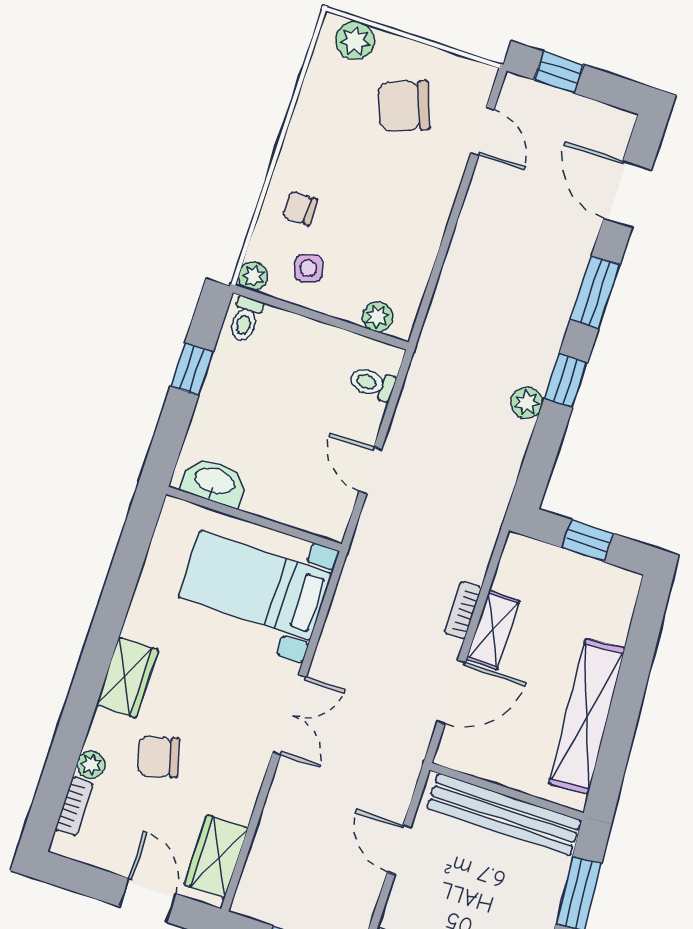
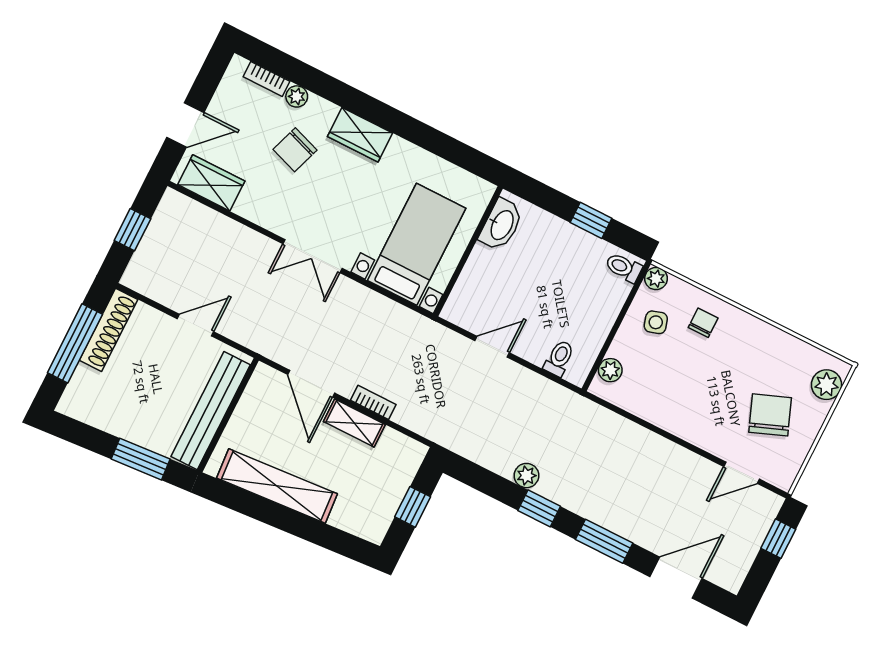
chair: (158, 757) -> (295, 150), turned -146

